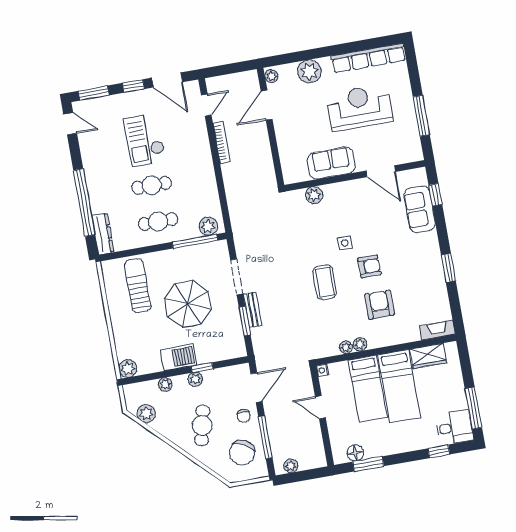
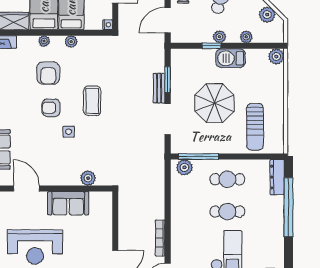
plant: (346, 347) -> (44, 41), moved

